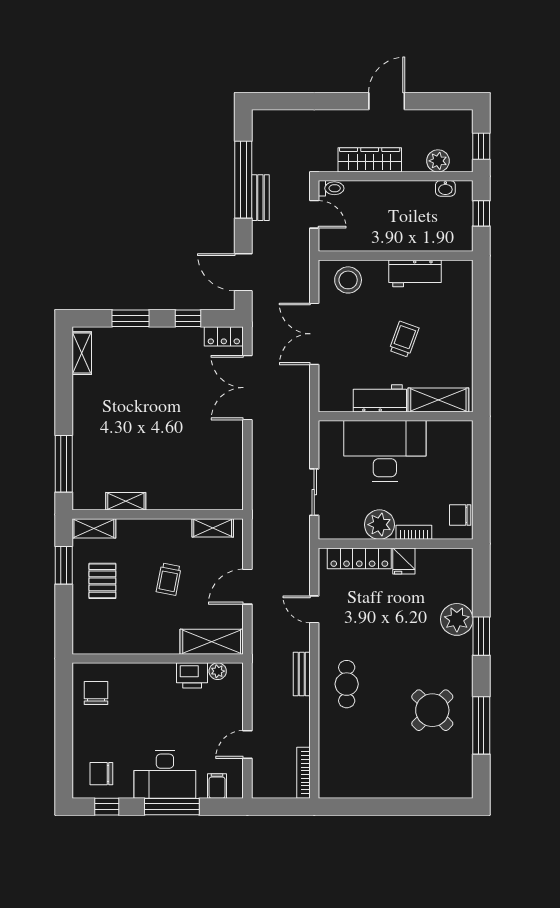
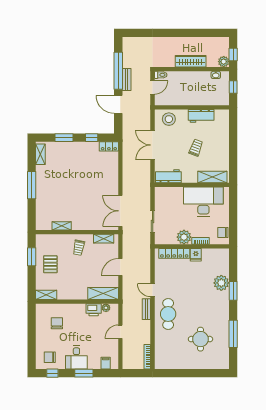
door: (387, 101) -> (187, 33), removed
wardrobe: (370, 160) -> (191, 61), moved
plant: (438, 161) -> (224, 62), moved
door: (314, 214) -> (153, 87), hinge flipped
door: (243, 272) -> (118, 104), moved
double door: (247, 388) -> (120, 211), moved
workbench: (380, 398) -> (168, 176), moved
desk: (385, 451) -> (203, 202), moved
window: (64, 464) -> (32, 185), moved
shelving: (94, 528) -> (46, 295), moved
trolley: (169, 579) -> (79, 248), moved
door: (314, 609) -> (153, 290), moved
cafe table: (347, 684) -> (168, 314), width x1.37, depth x1.35
chair: (96, 693) -> (57, 323), moved
round table: (432, 710) -> (200, 339), moved, turned 45
door: (247, 744) -> (120, 332), moved
desk: (165, 774) -> (76, 357), width x0.73
window: (172, 807) -> (84, 373), width x0.69

